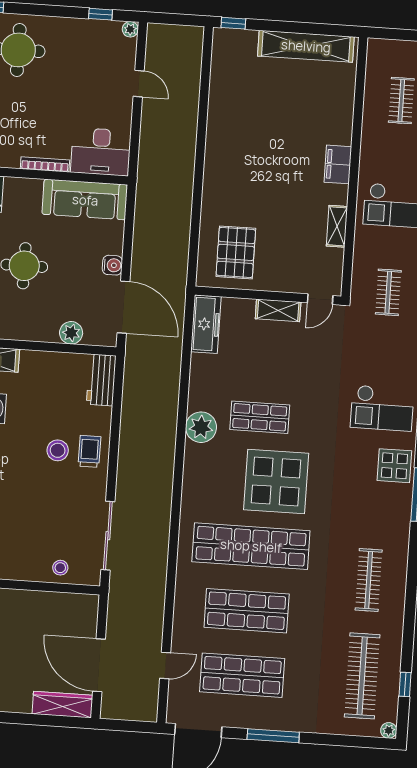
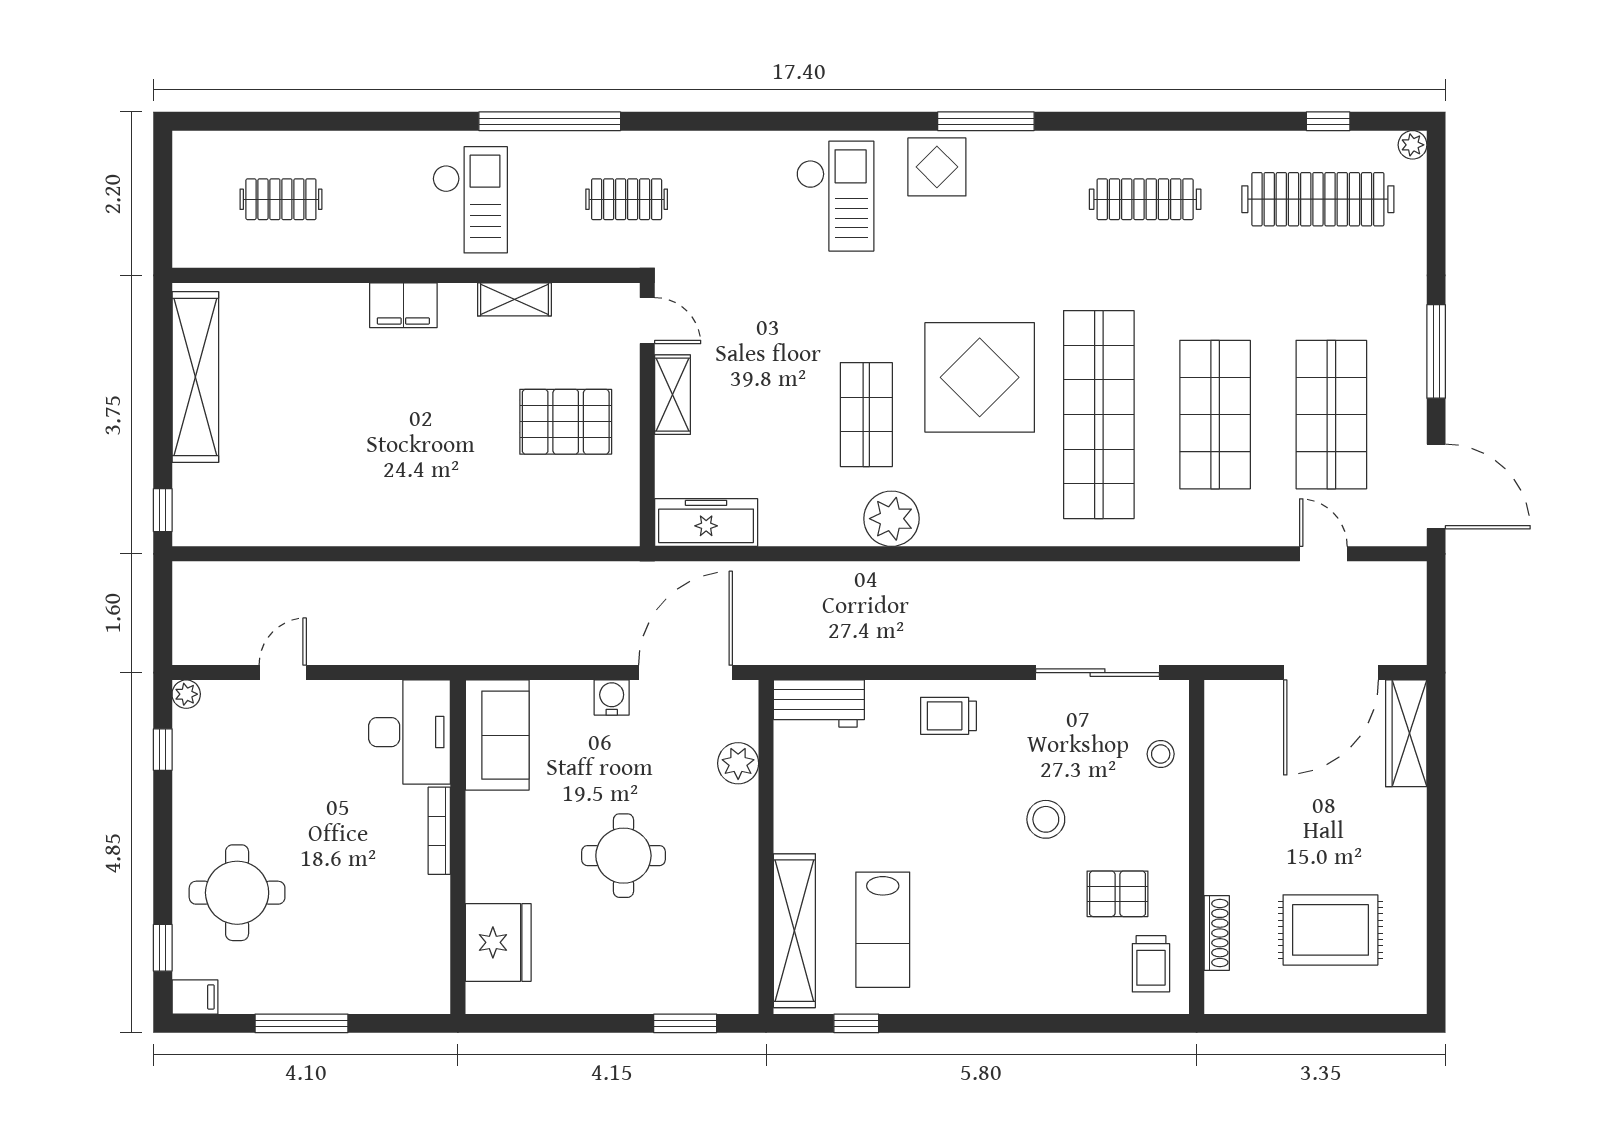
sofa: (85, 200) -> (497, 735), width x0.73
pallet: (236, 252) -> (566, 422), moved
stool: (58, 450) -> (1046, 819), moved

